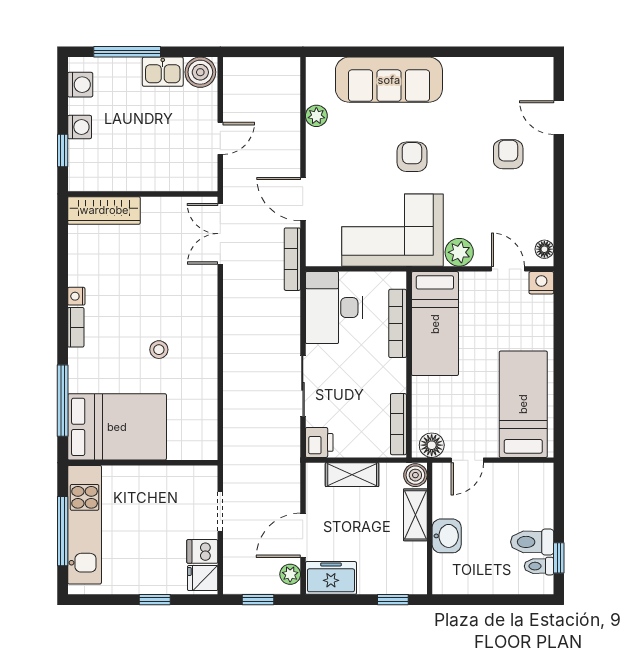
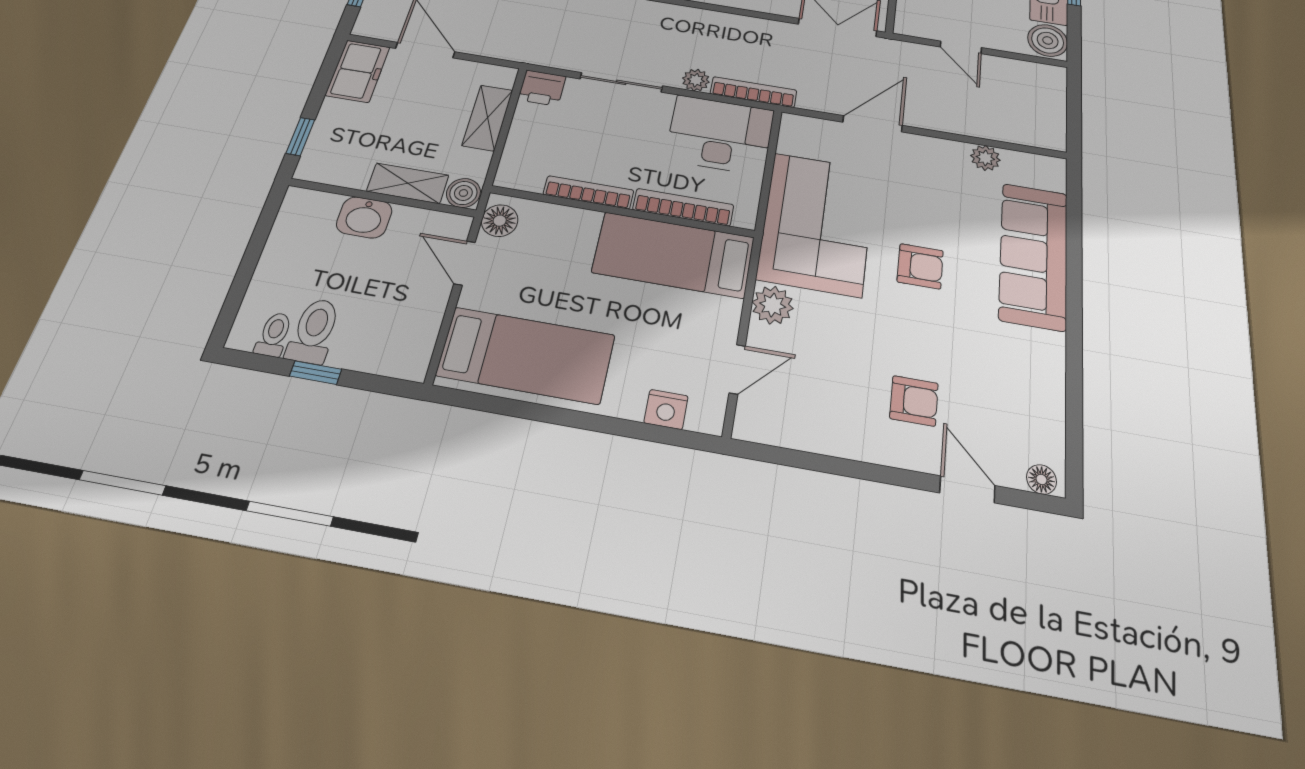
door: (559, 118) -> (967, 489), hinge flipped
floor lamp: (544, 249) -> (1041, 479), moved
bookcase: (292, 259) -> (753, 92), moved
nightstand: (541, 283) -> (666, 409), moved, turned 90
bookcase: (398, 424) -> (589, 192), moved
window: (559, 558) -> (316, 373), moved
plant: (290, 574) -> (696, 80), moved

